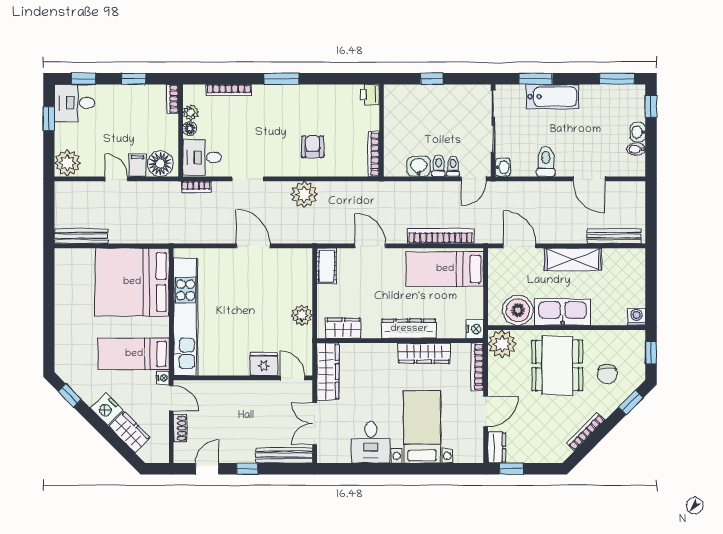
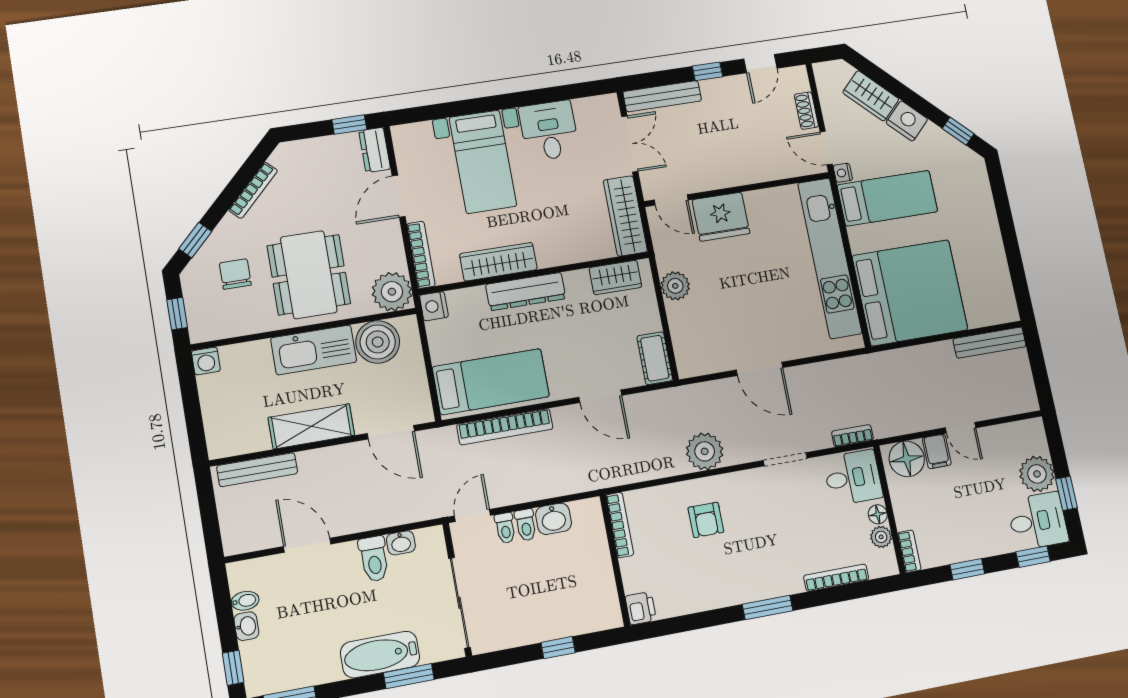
plant: (67, 163) -> (1037, 474), moved
washbasin: (503, 167) -> (401, 543), moved, turned -90
fridge: (264, 364) -> (721, 217), width x1.36, depth x1.34

